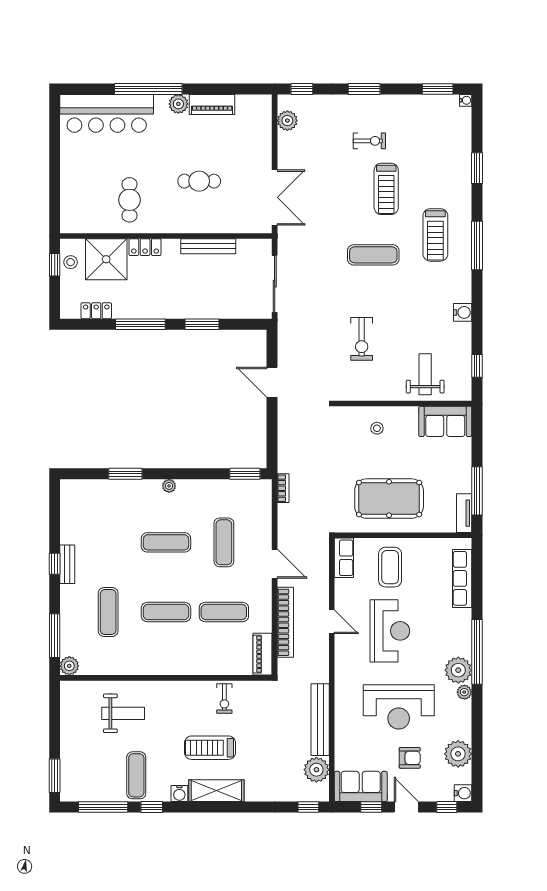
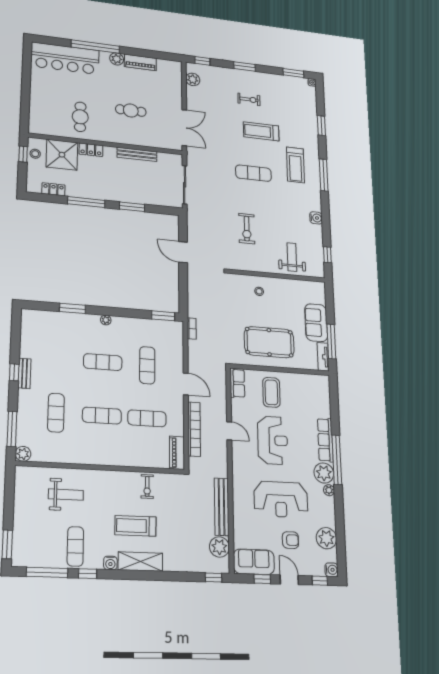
treadmill: (386, 189) -> (261, 131), turned 90
sofa: (445, 421) -> (316, 323), moved, turned 90
row of seats: (462, 578) -> (325, 440), moved

